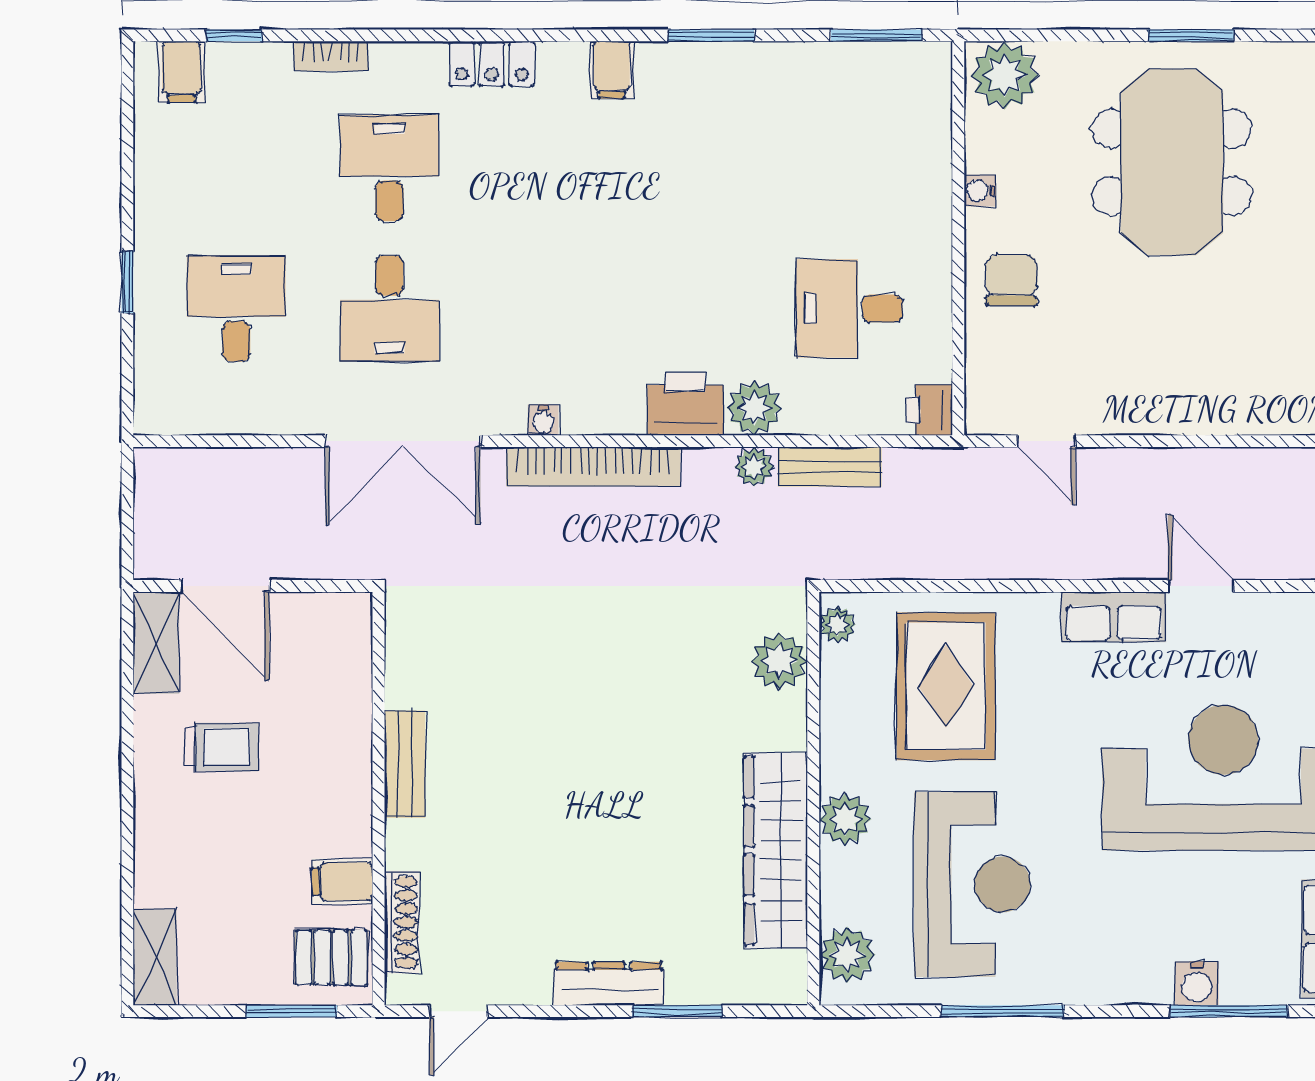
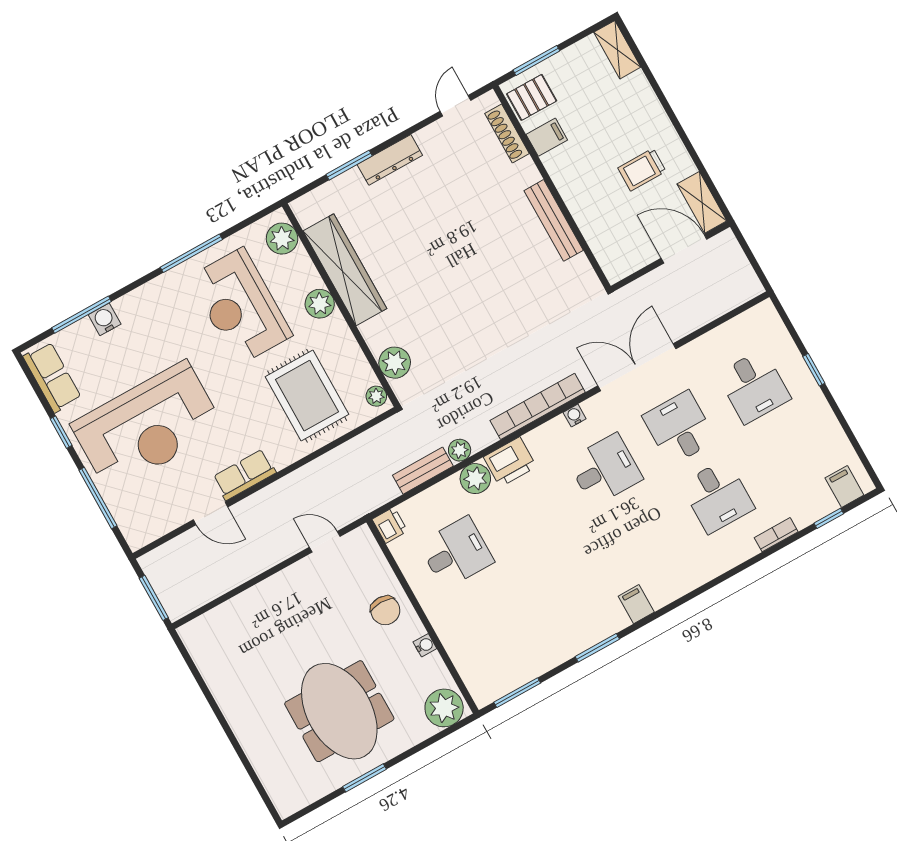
locker: (492, 64) -> (696, 574), removed
desk: (543, 308) -> (605, 470), added
bench: (405, 764) -> (554, 220), width x1.36

